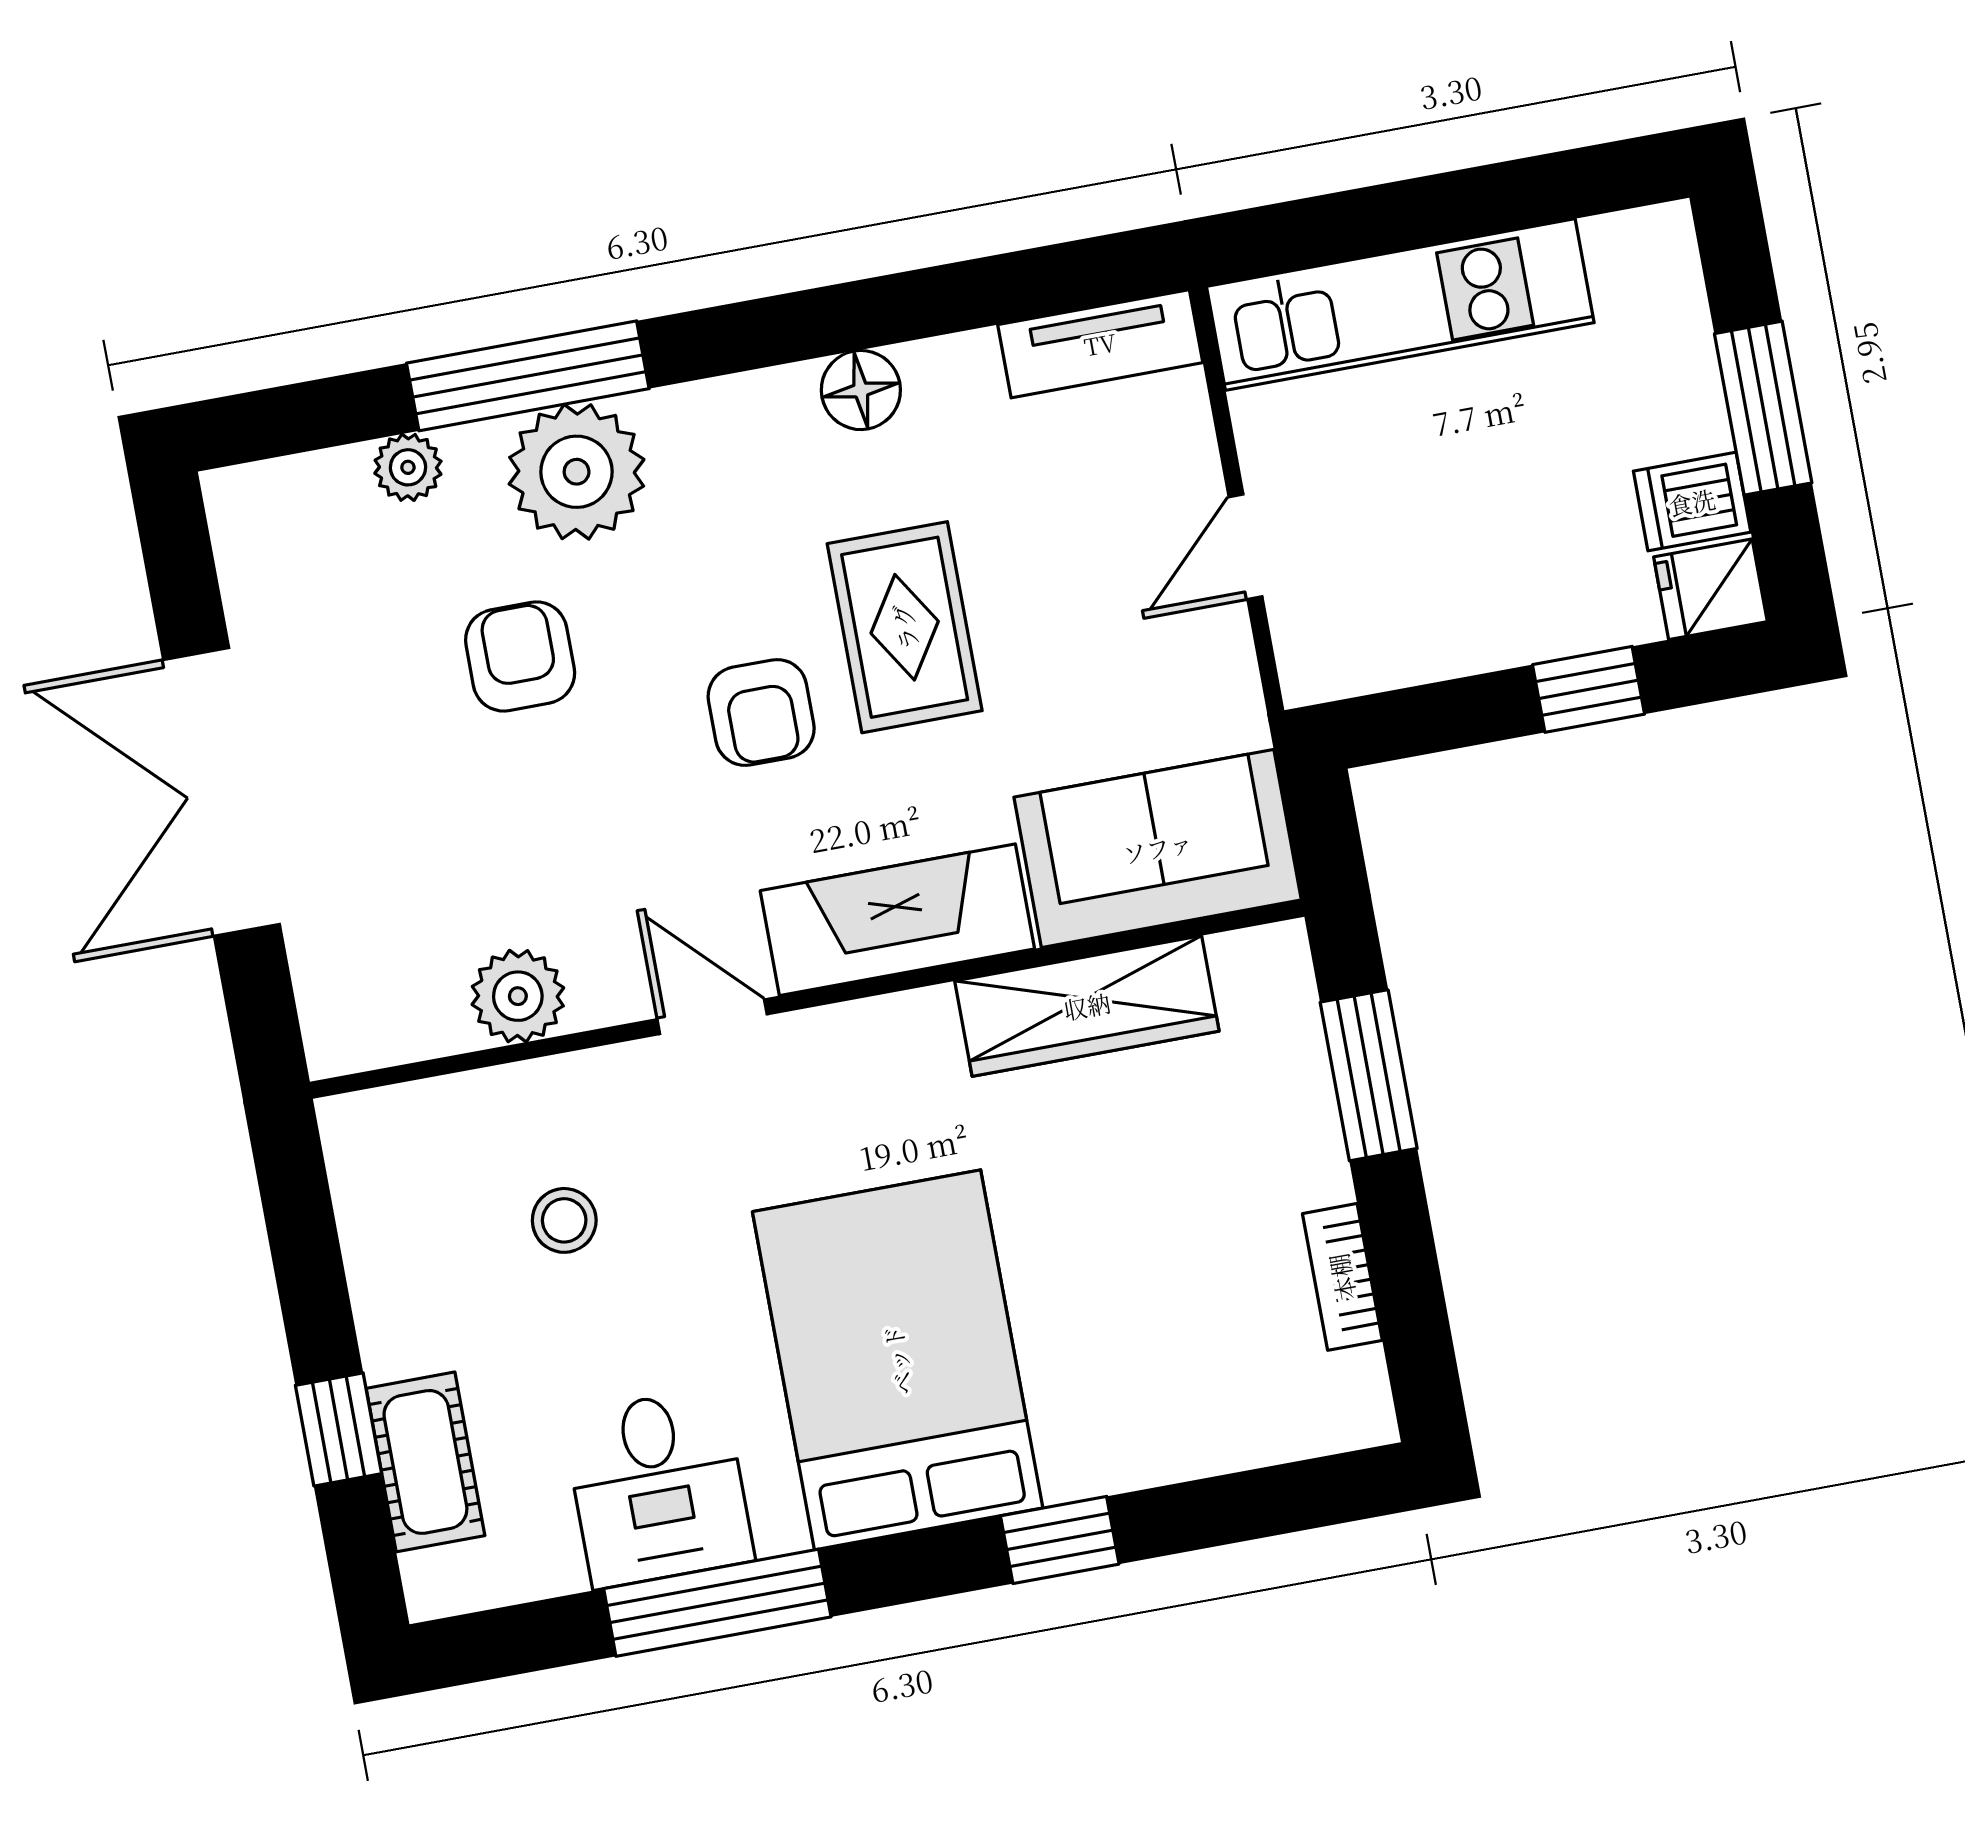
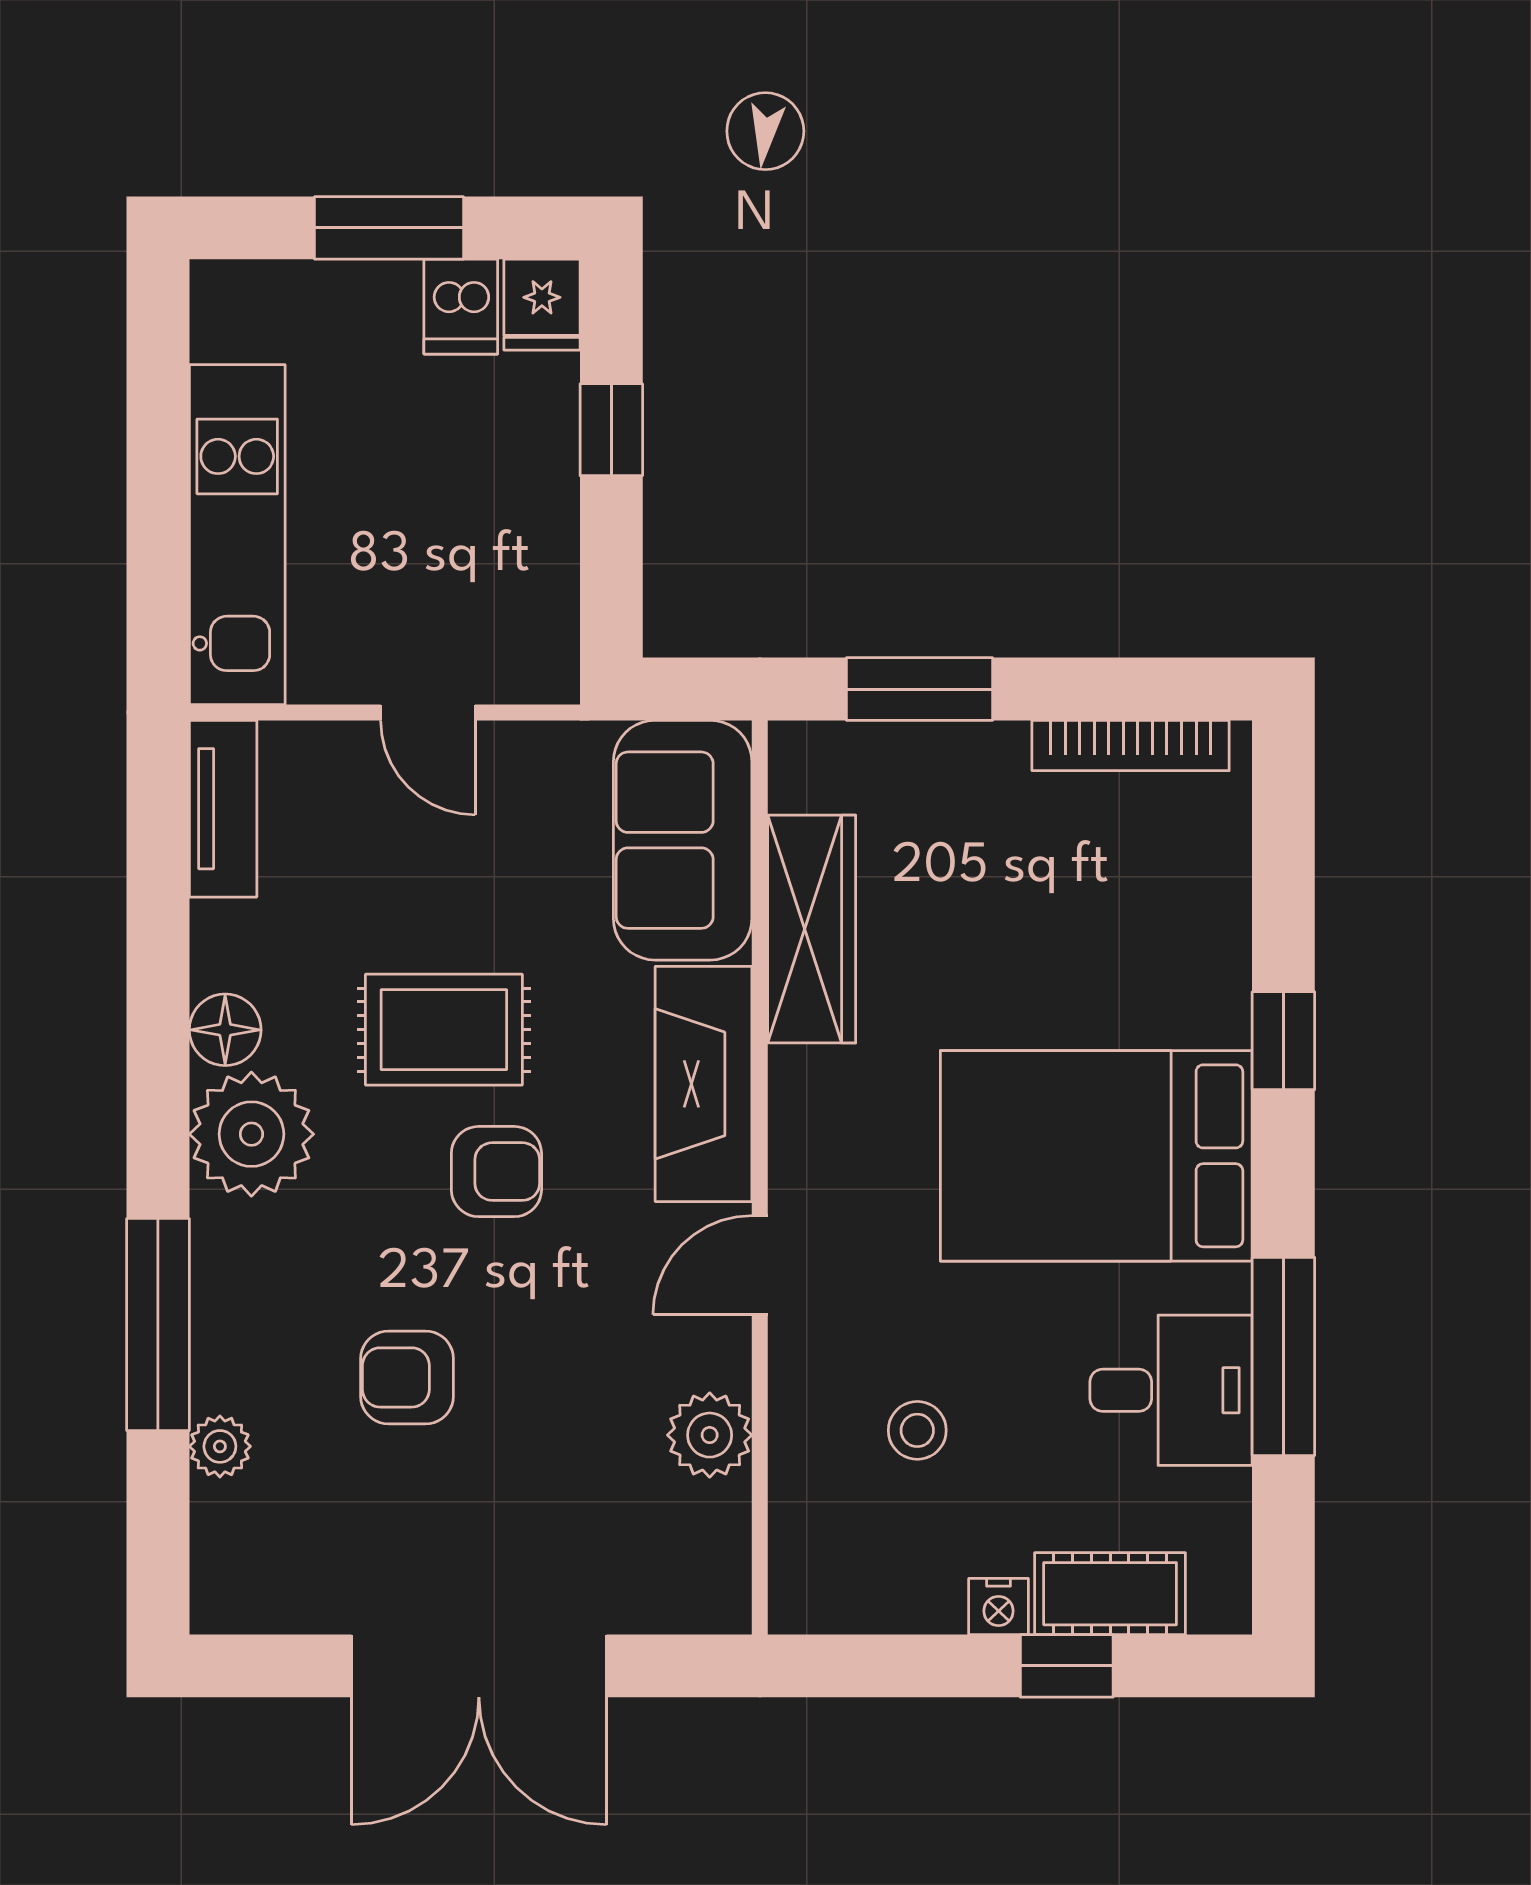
plant: (577, 472) -> (251, 1134), moved
bookcase: (1342, 1277) -> (1131, 745), width x1.56
nightstand: (389, 1344) -> (999, 1606), added

